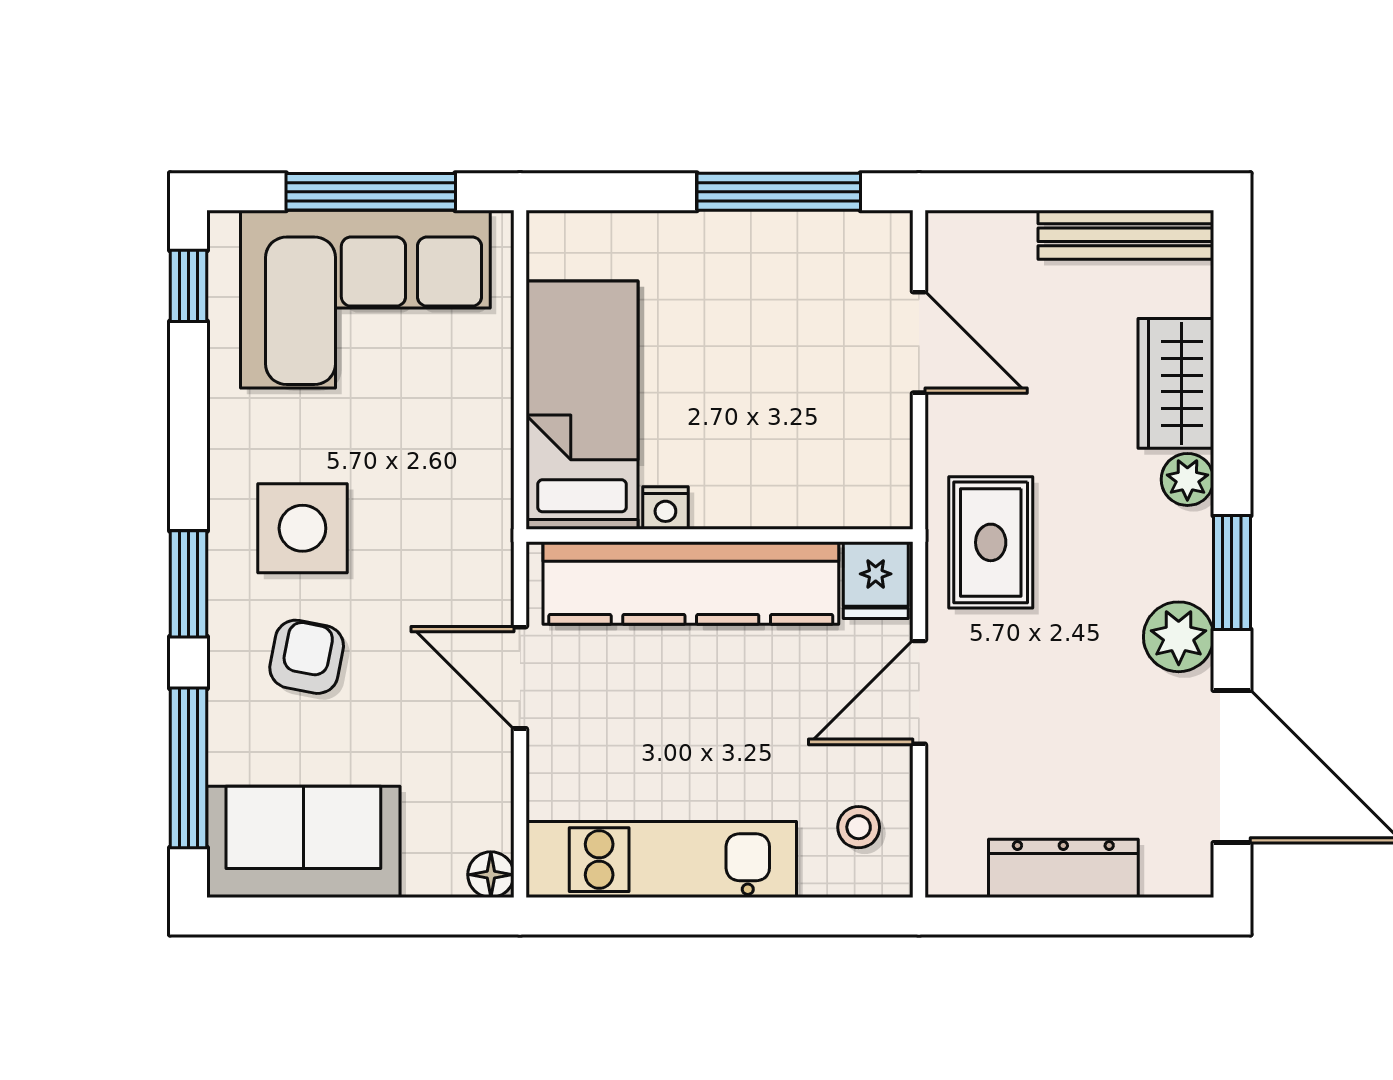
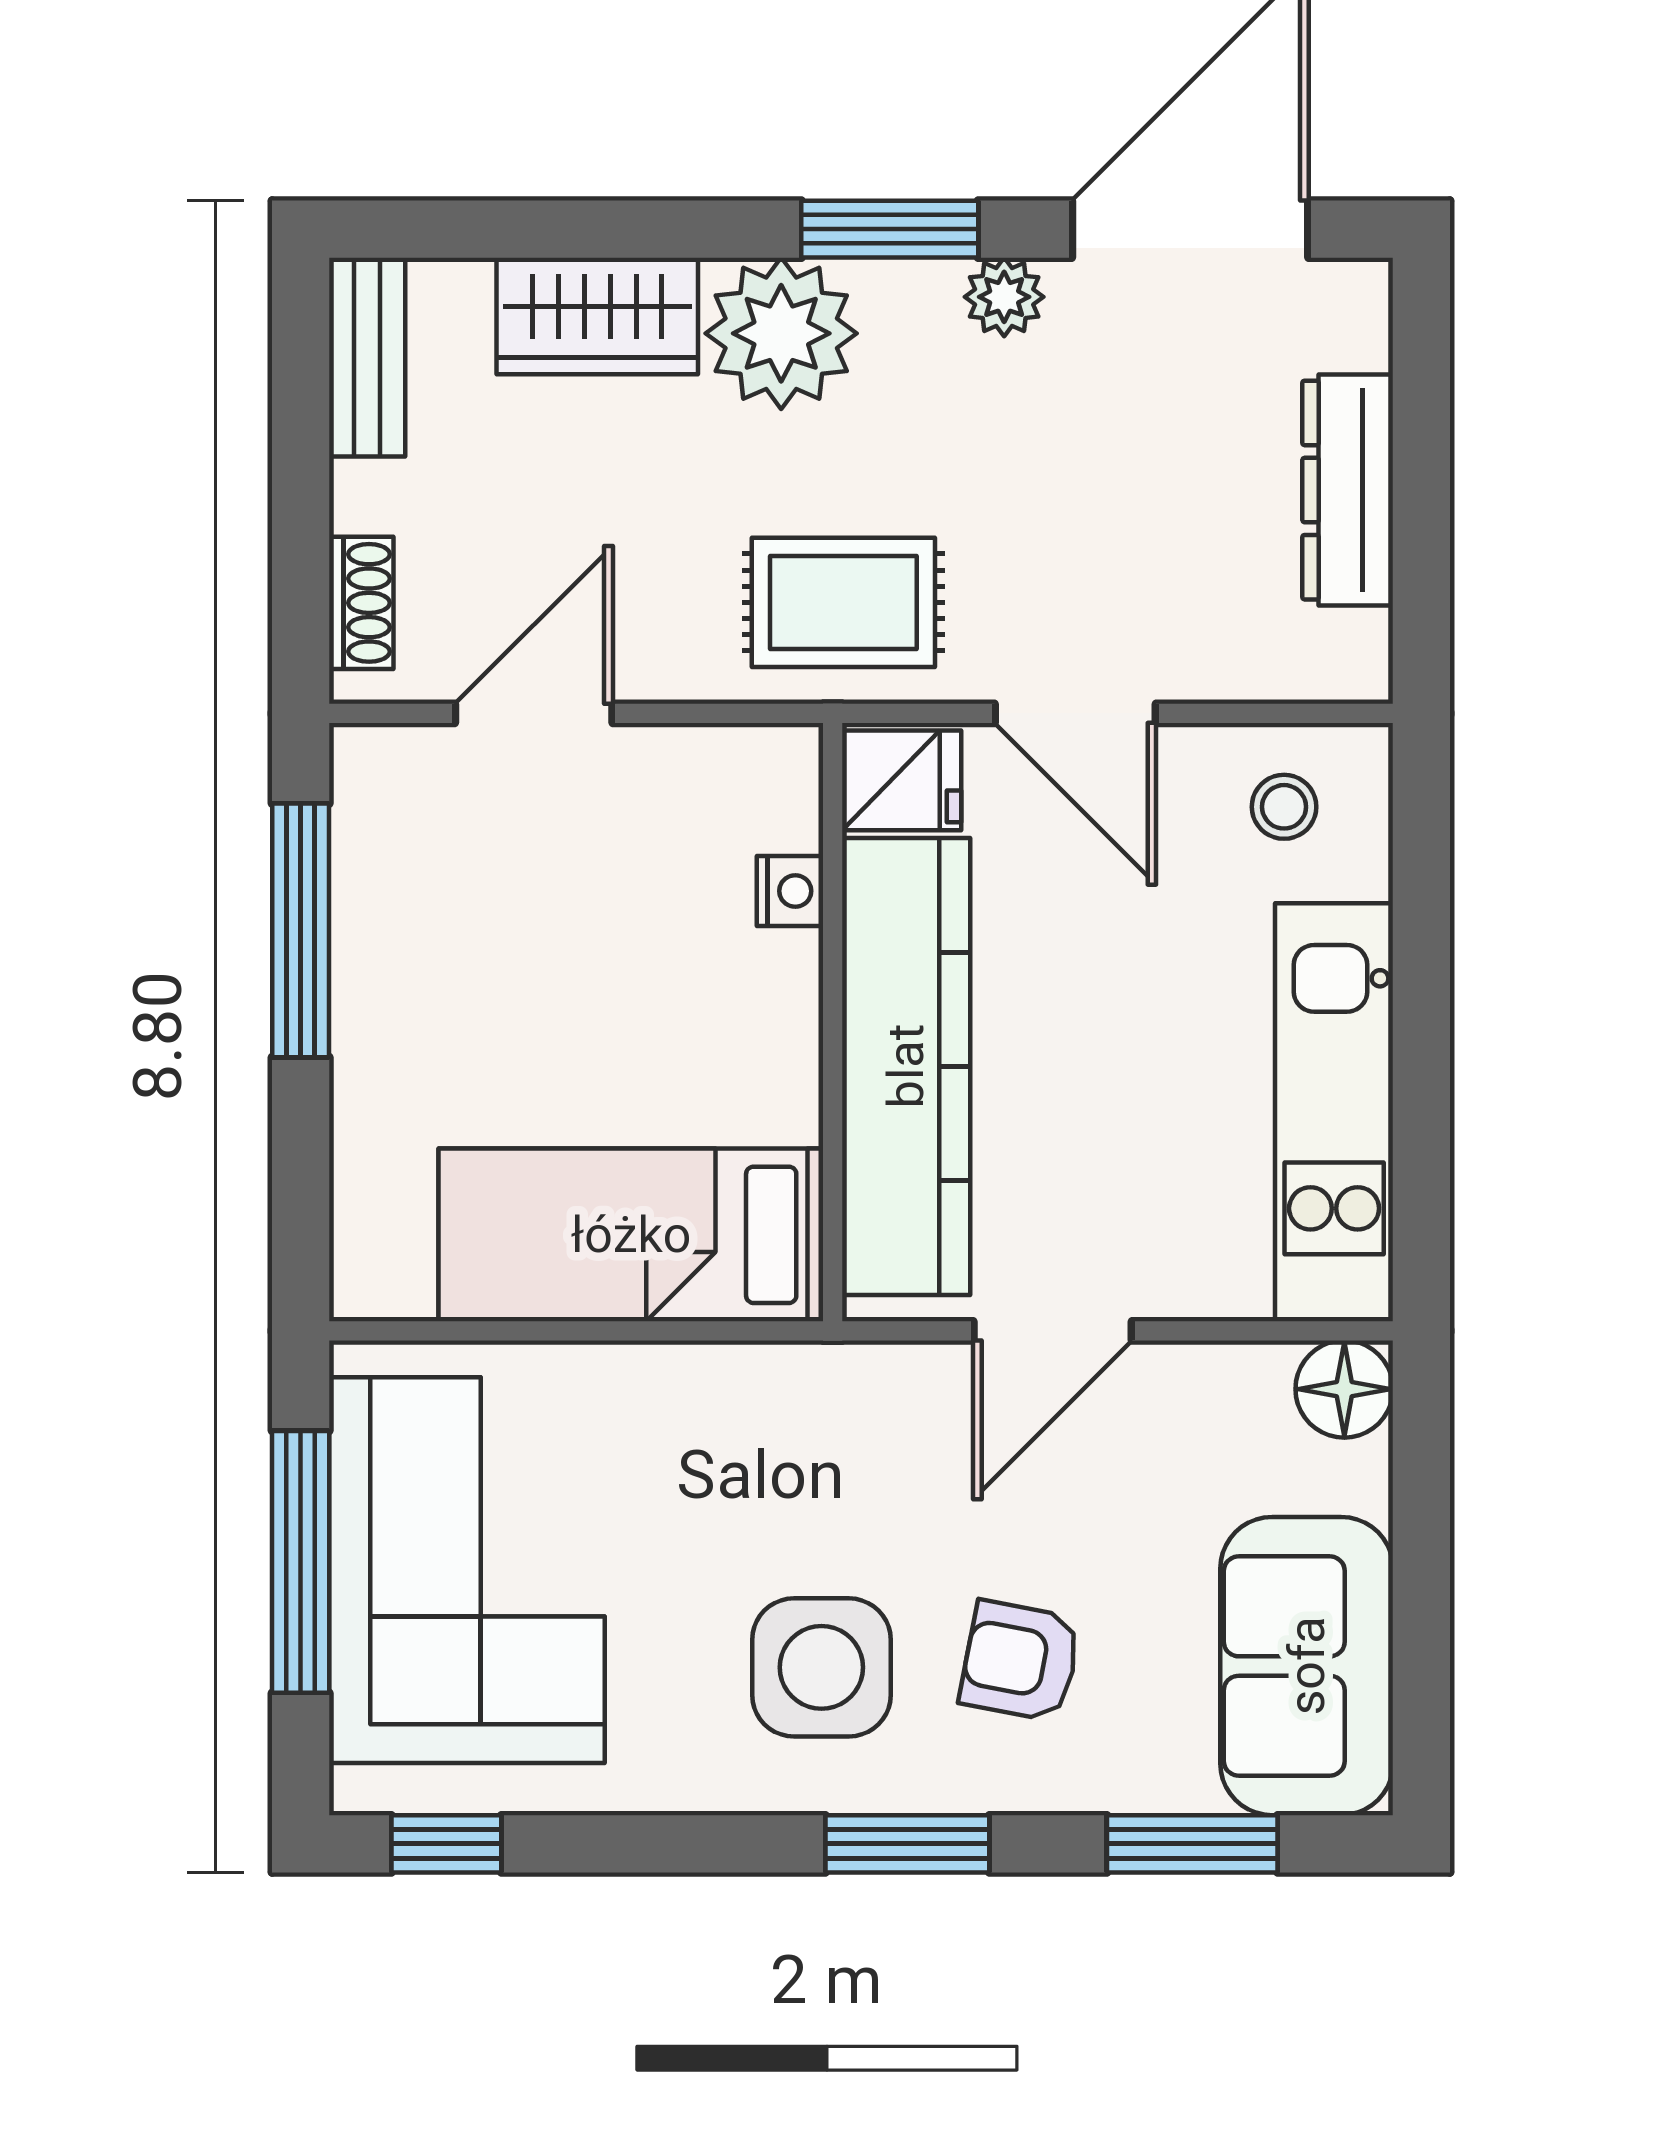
shoe rack: (990, 231) -> (361, 603), added
bench: (1126, 235) -> (367, 357), width x0.73
plant: (1187, 479) -> (781, 333), width x1.88, depth x1.88
nightstand: (665, 508) -> (790, 891), moved
plant: (1179, 637) -> (1004, 297), width x0.73, depth x0.73
window: (188, 768) -> (1192, 1844), width x0.69
floor lamp: (491, 875) -> (1344, 1389), width x1.37, depth x1.37

